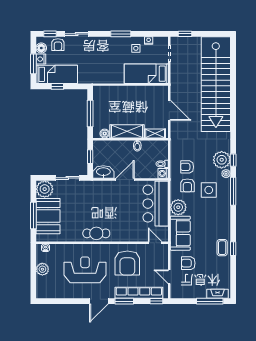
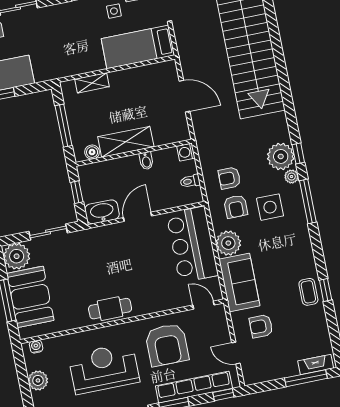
shelving: (155, 133) -> (92, 83), moved
washing machine: (163, 173) -> (186, 152), moved

